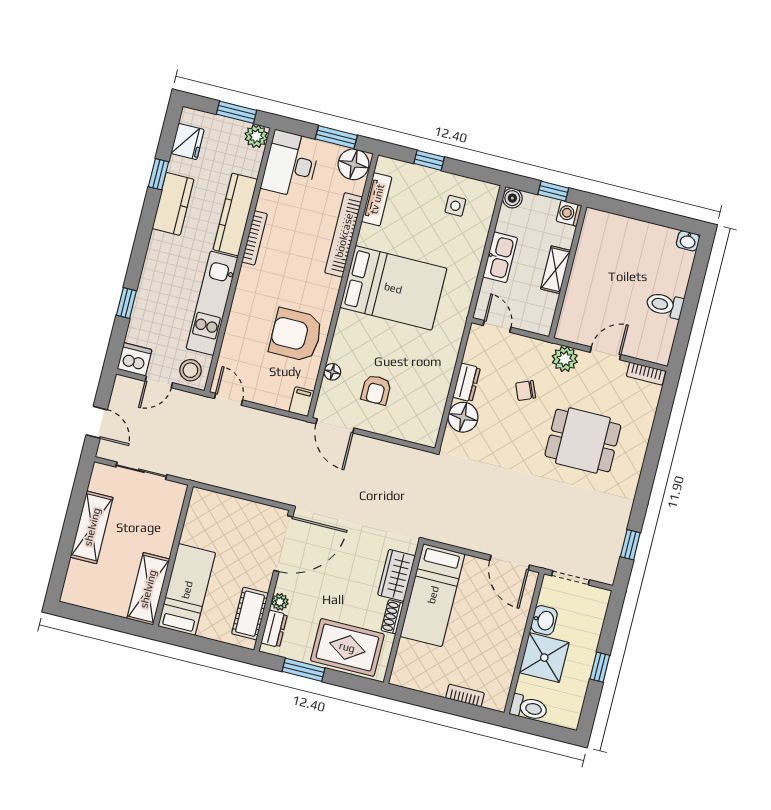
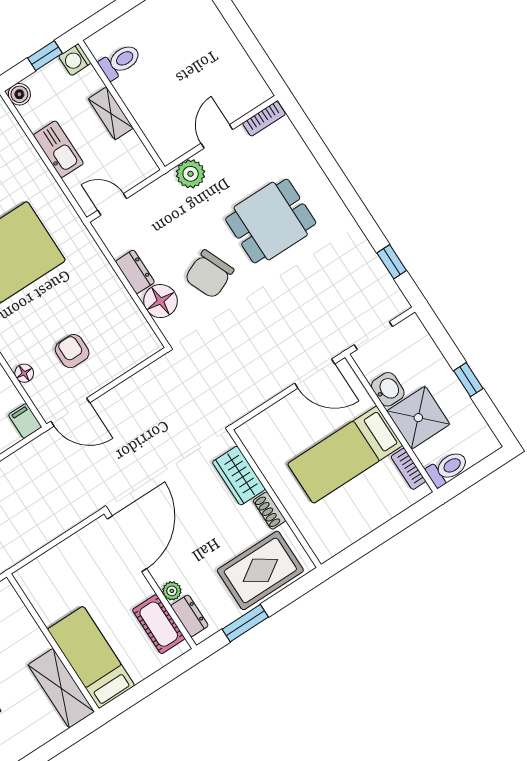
toilet: (665, 305) -> (120, 61), moved, turned 180
armchair: (376, 390) -> (72, 351), turned 180
chair: (526, 390) -> (209, 274), moved, width x1.87, depth x1.87
bed: (433, 595) -> (345, 455), moved, turned 90
bookcase: (465, 695) -> (408, 469), moved, turned -90

